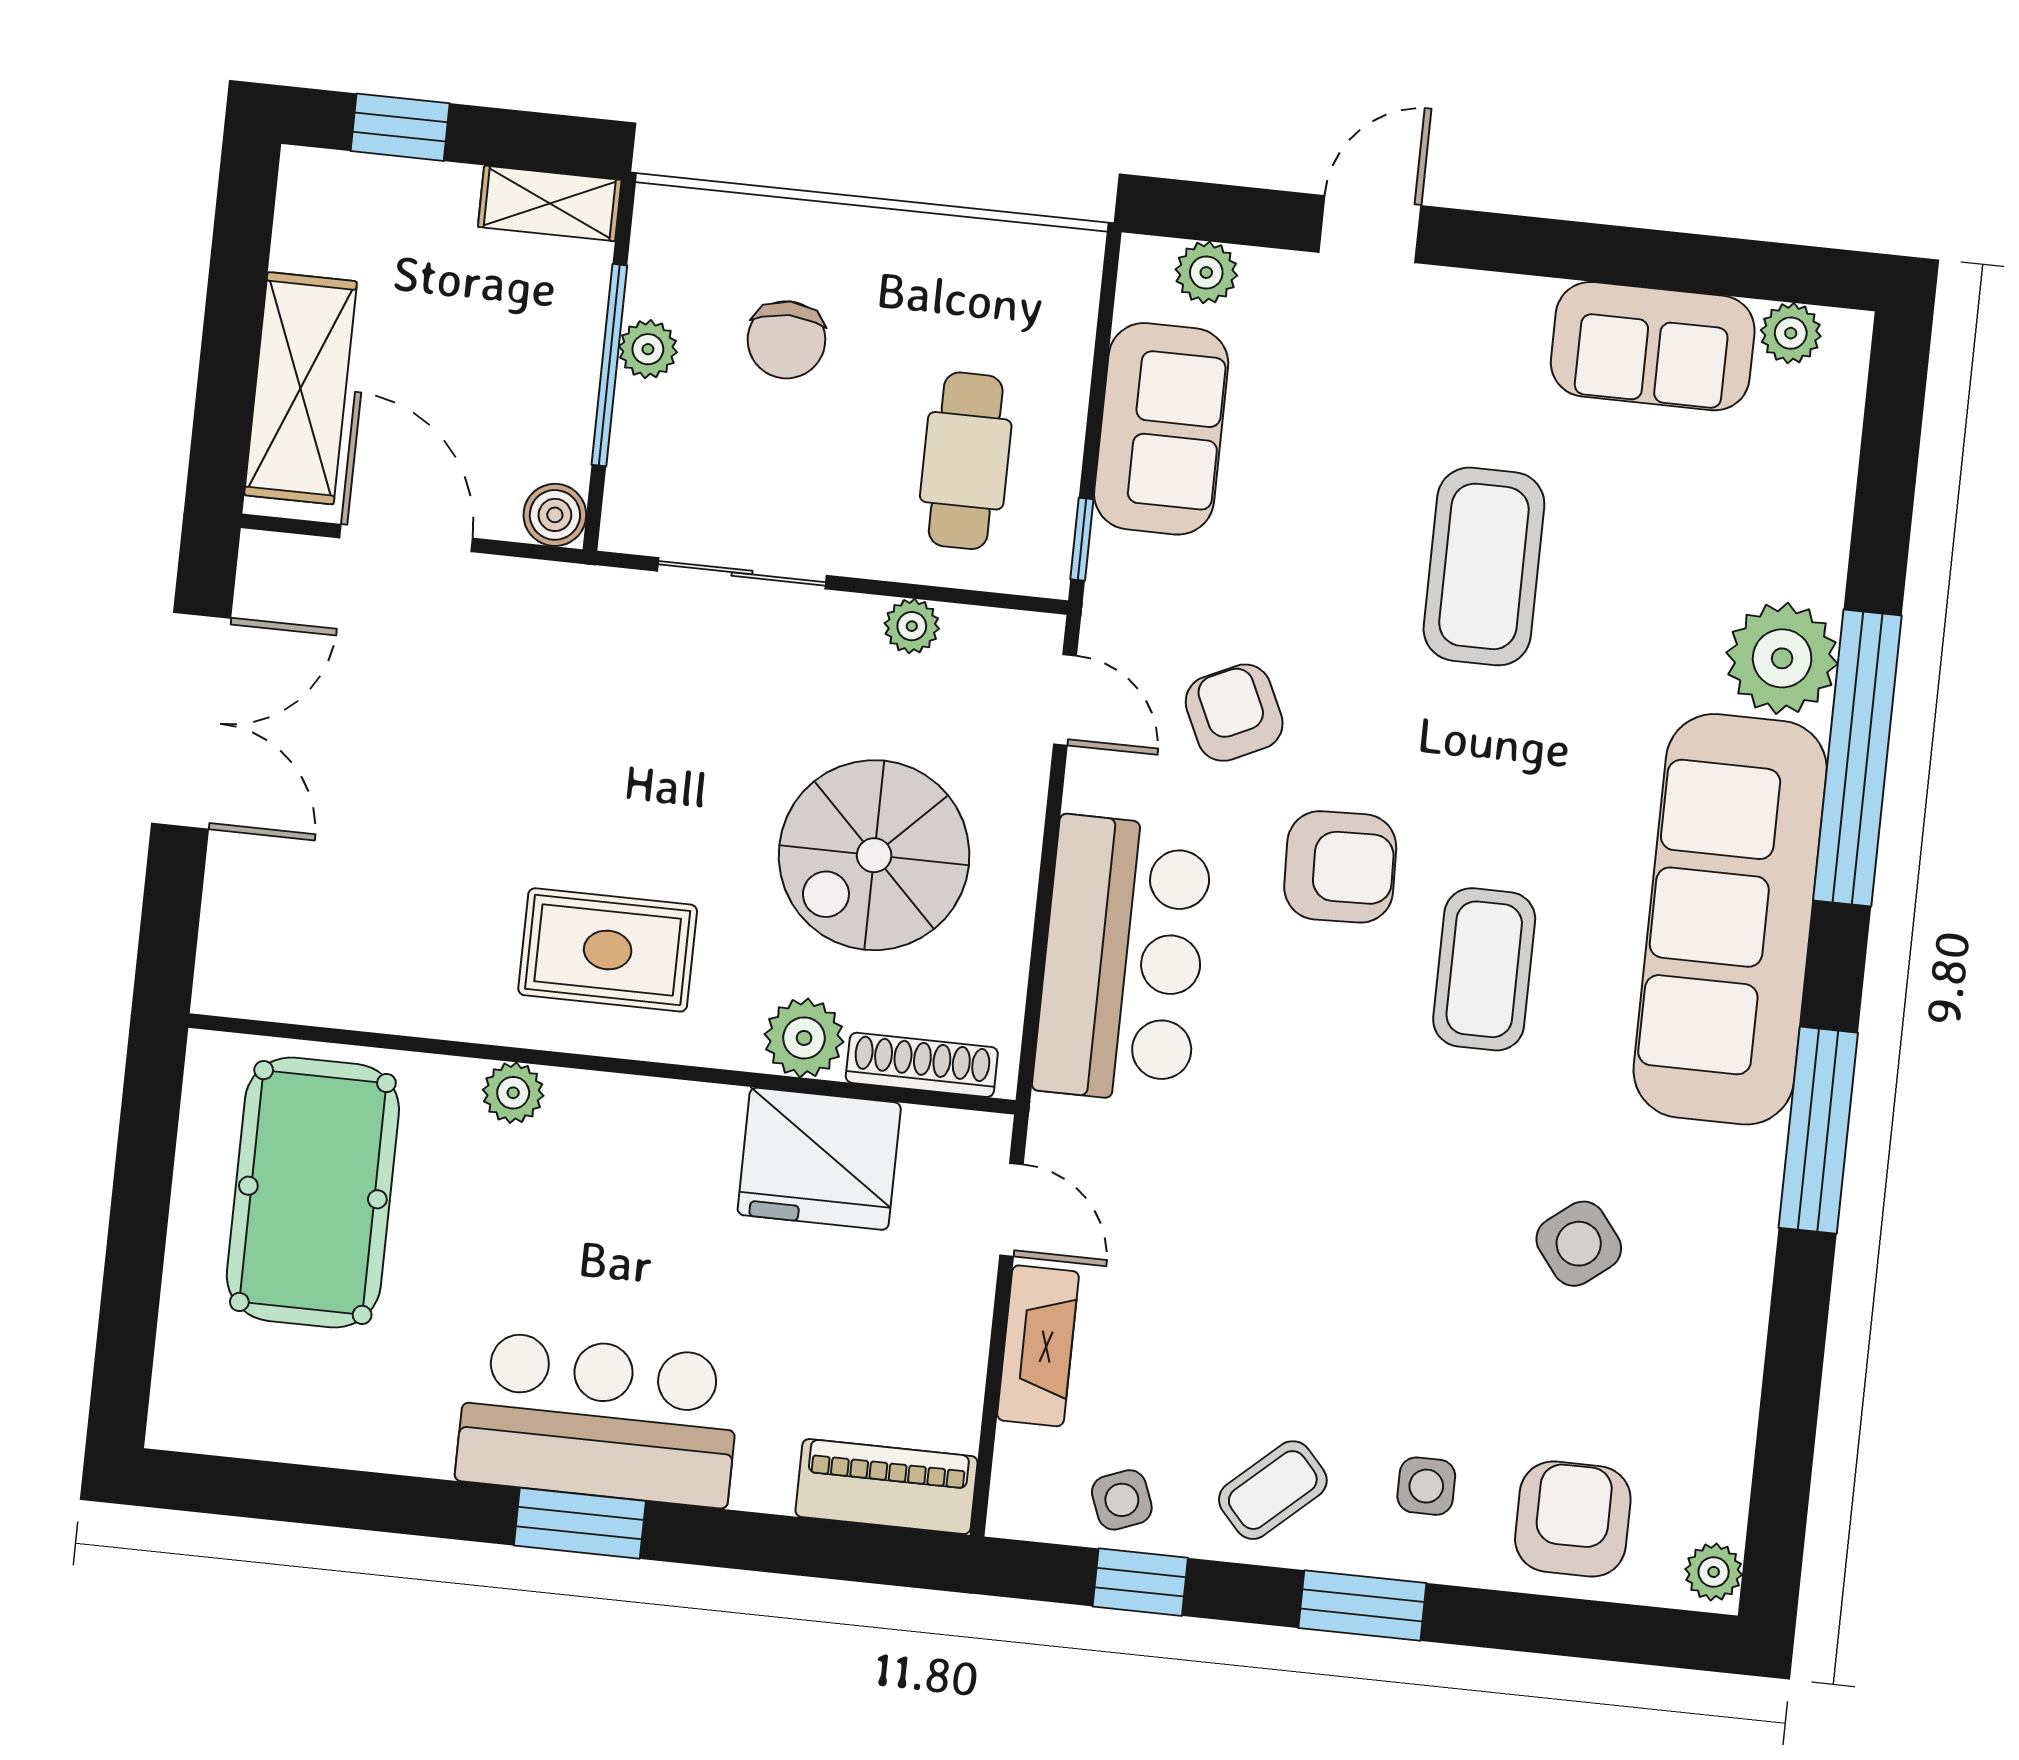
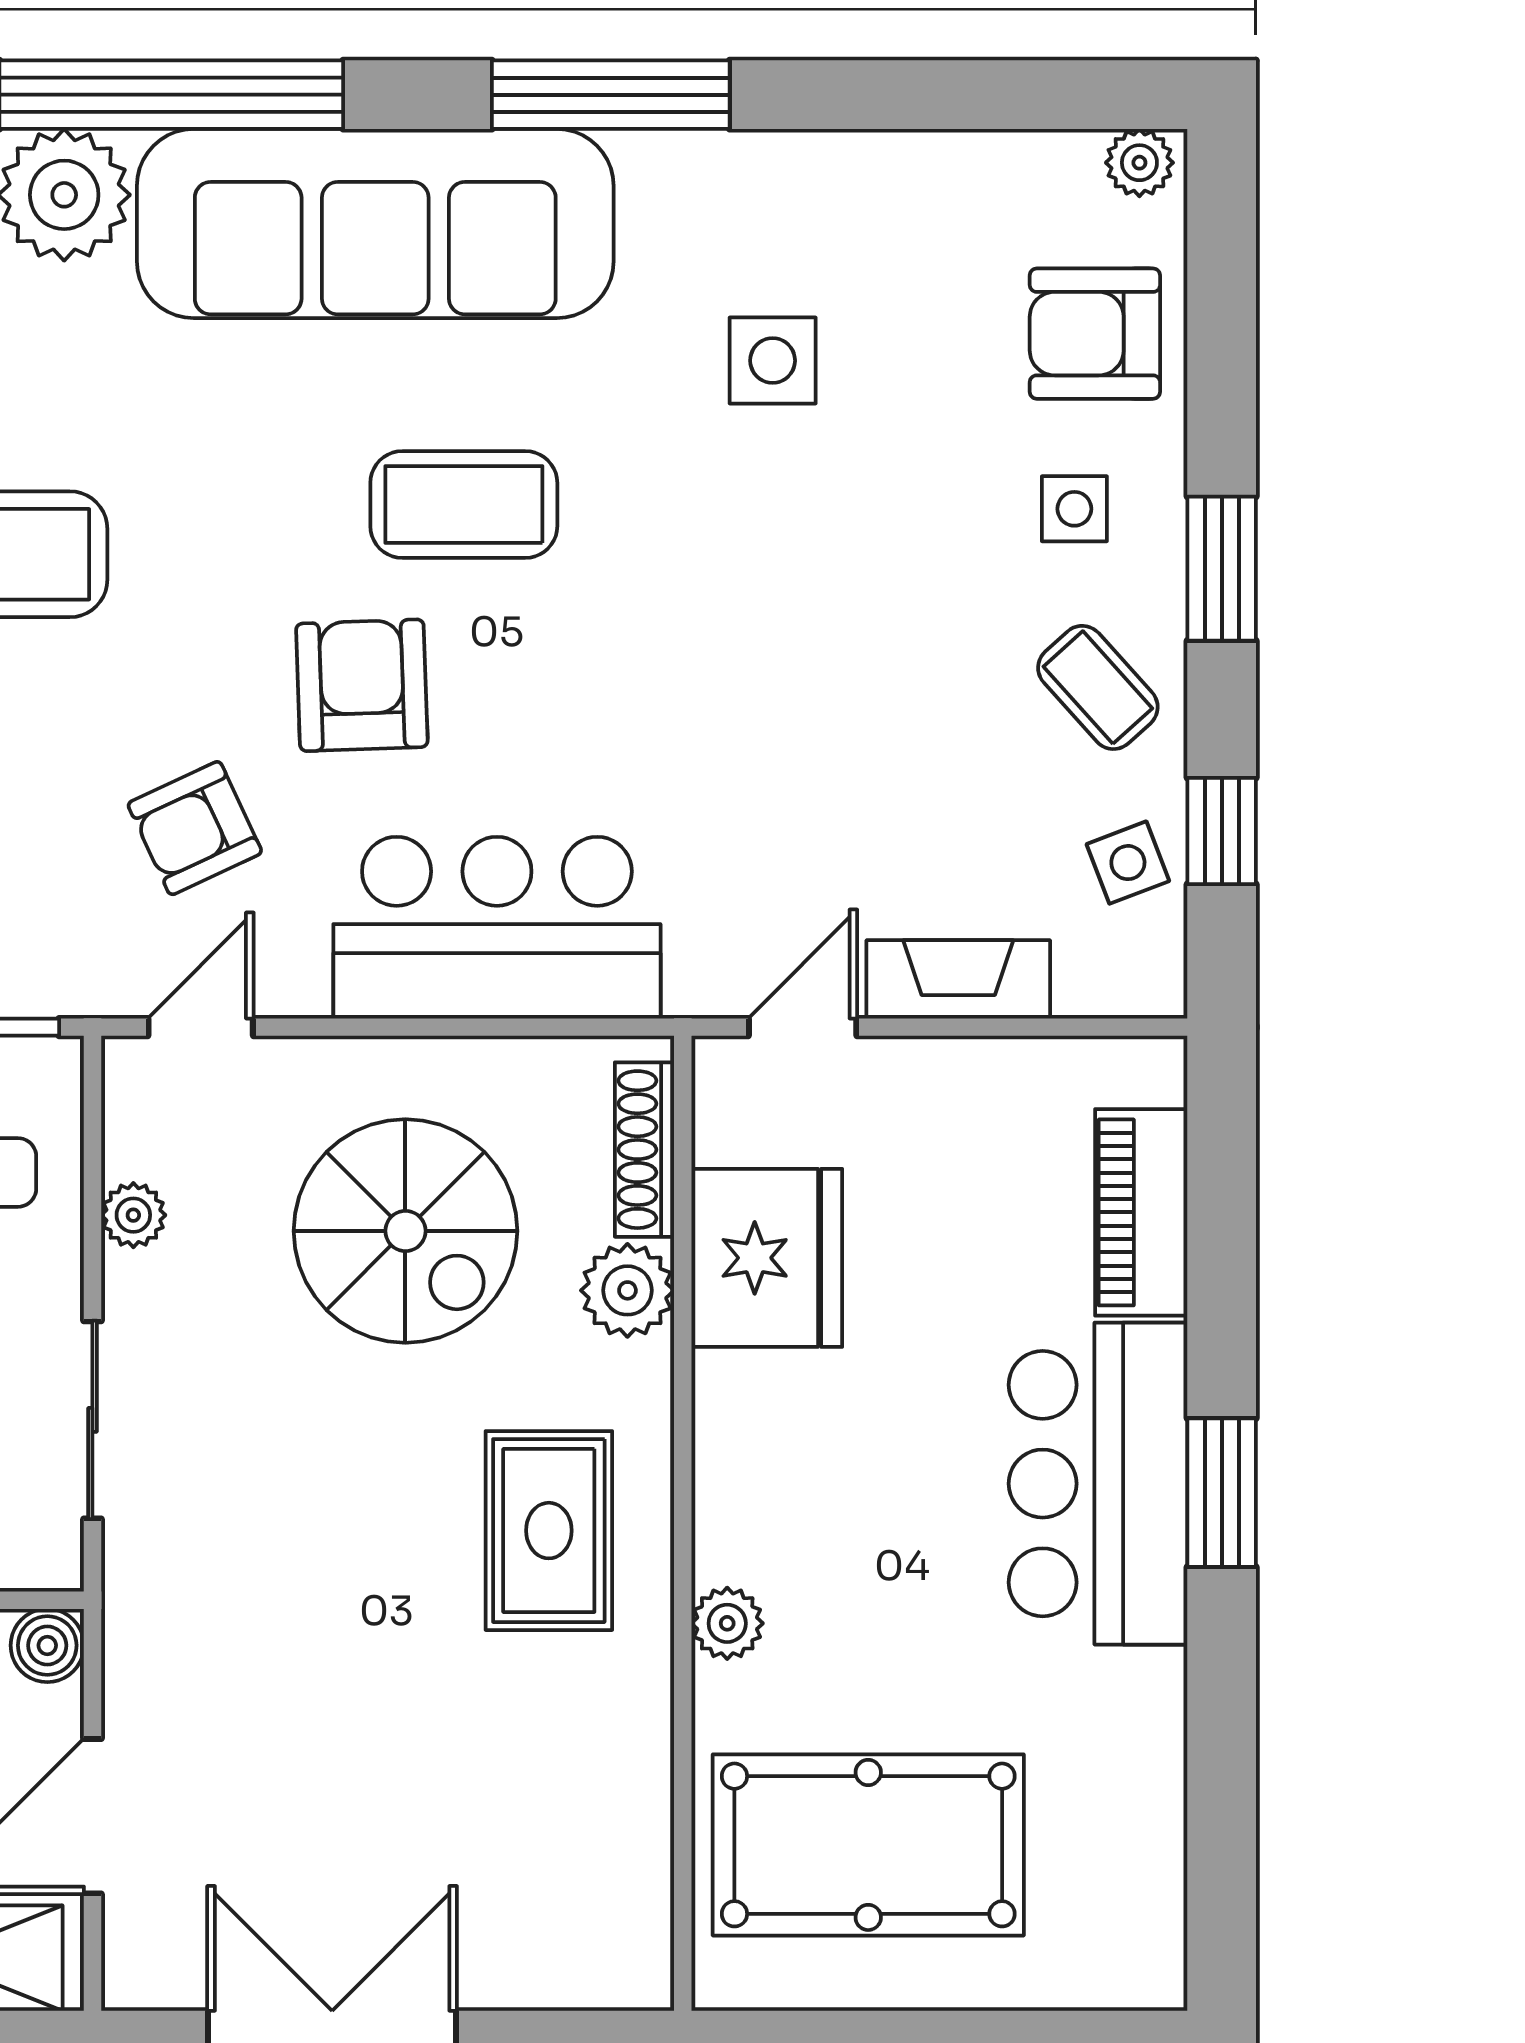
side table: (1579, 1244) -> (773, 361), turned 38
piano: (886, 1487) -> (1141, 1212), moved

